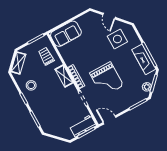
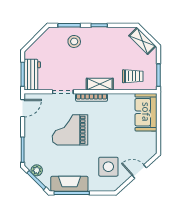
stool: (31, 85) -> (74, 41), moved

